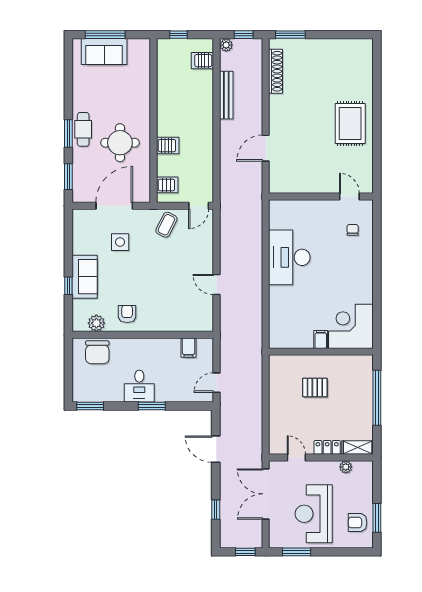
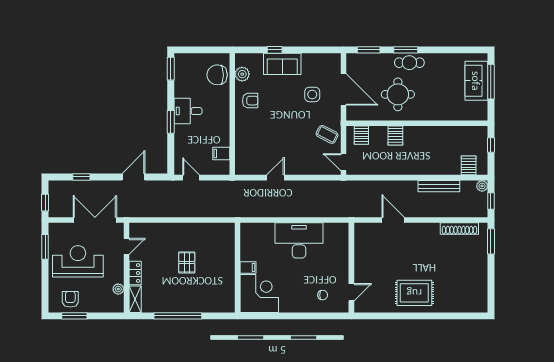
corner desk: (351, 326) -> (259, 293), moved
filing cabinet: (321, 339) -> (248, 267), moved
wall: (321, 352) -> (238, 268), moved

